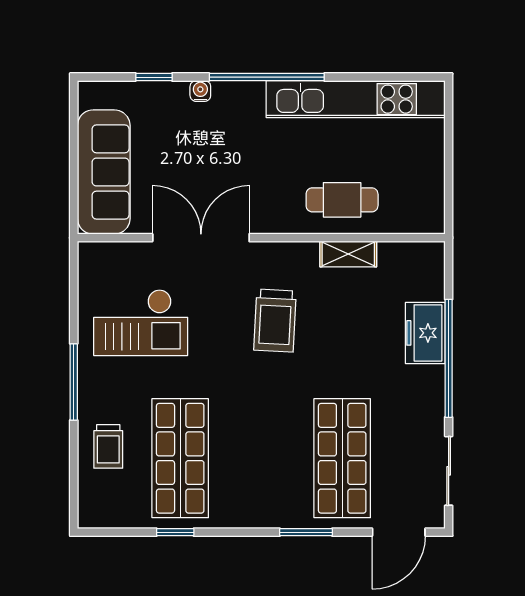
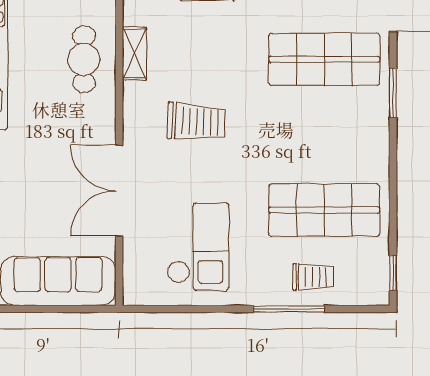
window: (74, 382) -> (289, 309), moved
window: (175, 532) -> (393, 273), moved

